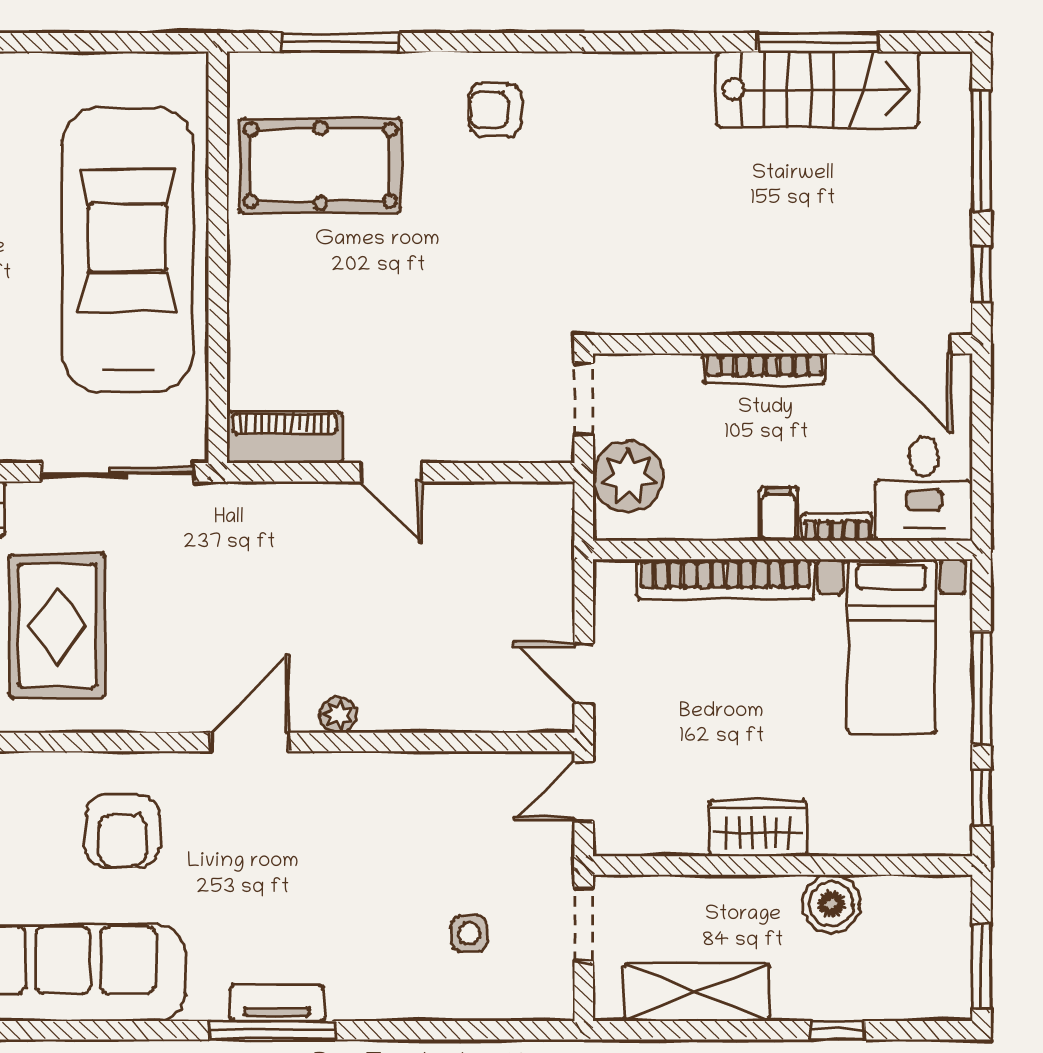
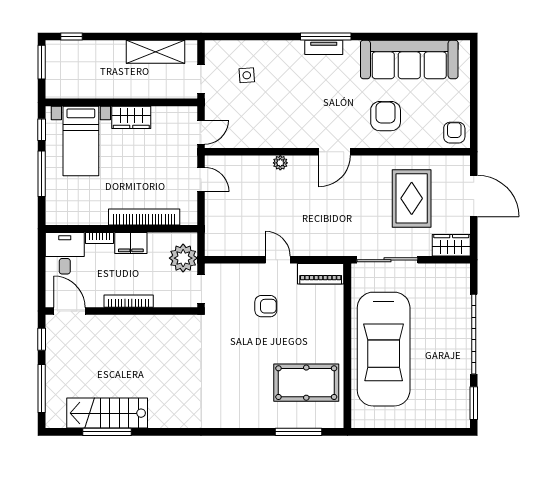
armchair: (495, 110) -> (266, 306), moved
filing cabinet: (779, 514) -> (131, 243), width x2.00
bed with nightstands: (891, 646) -> (81, 141), moved, turned 180
plant: (338, 715) -> (280, 163), moved
boiler: (831, 904) -> (102, 87), removed
window: (838, 1030) -> (71, 36), moved

